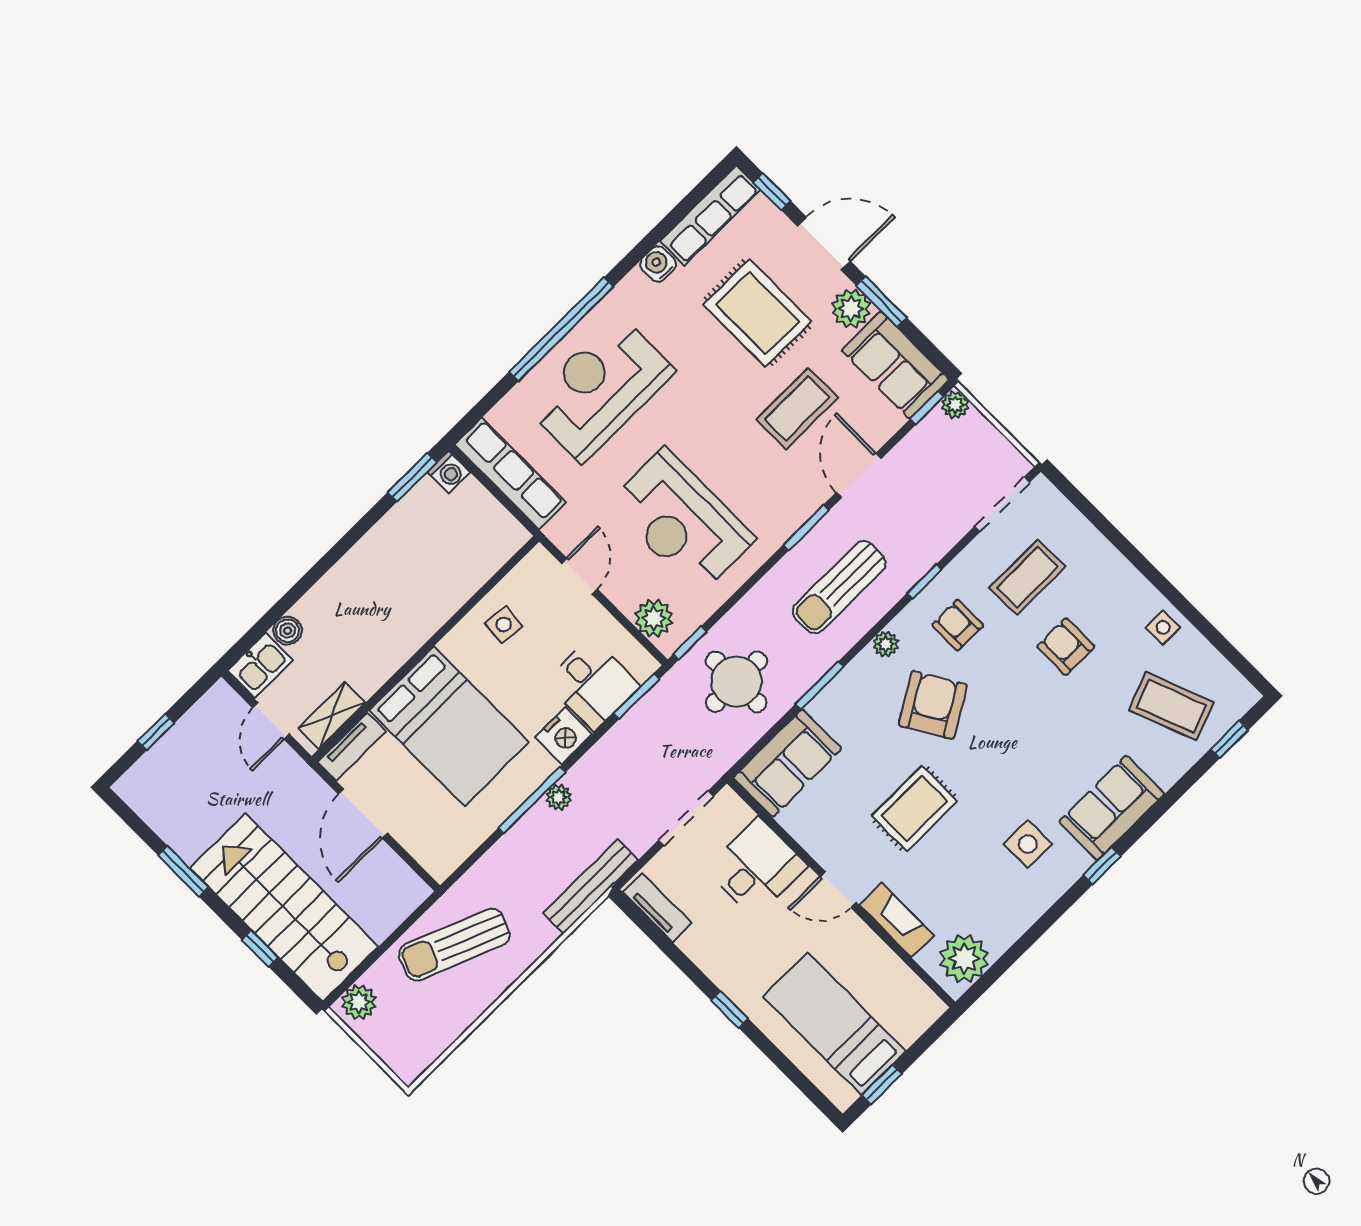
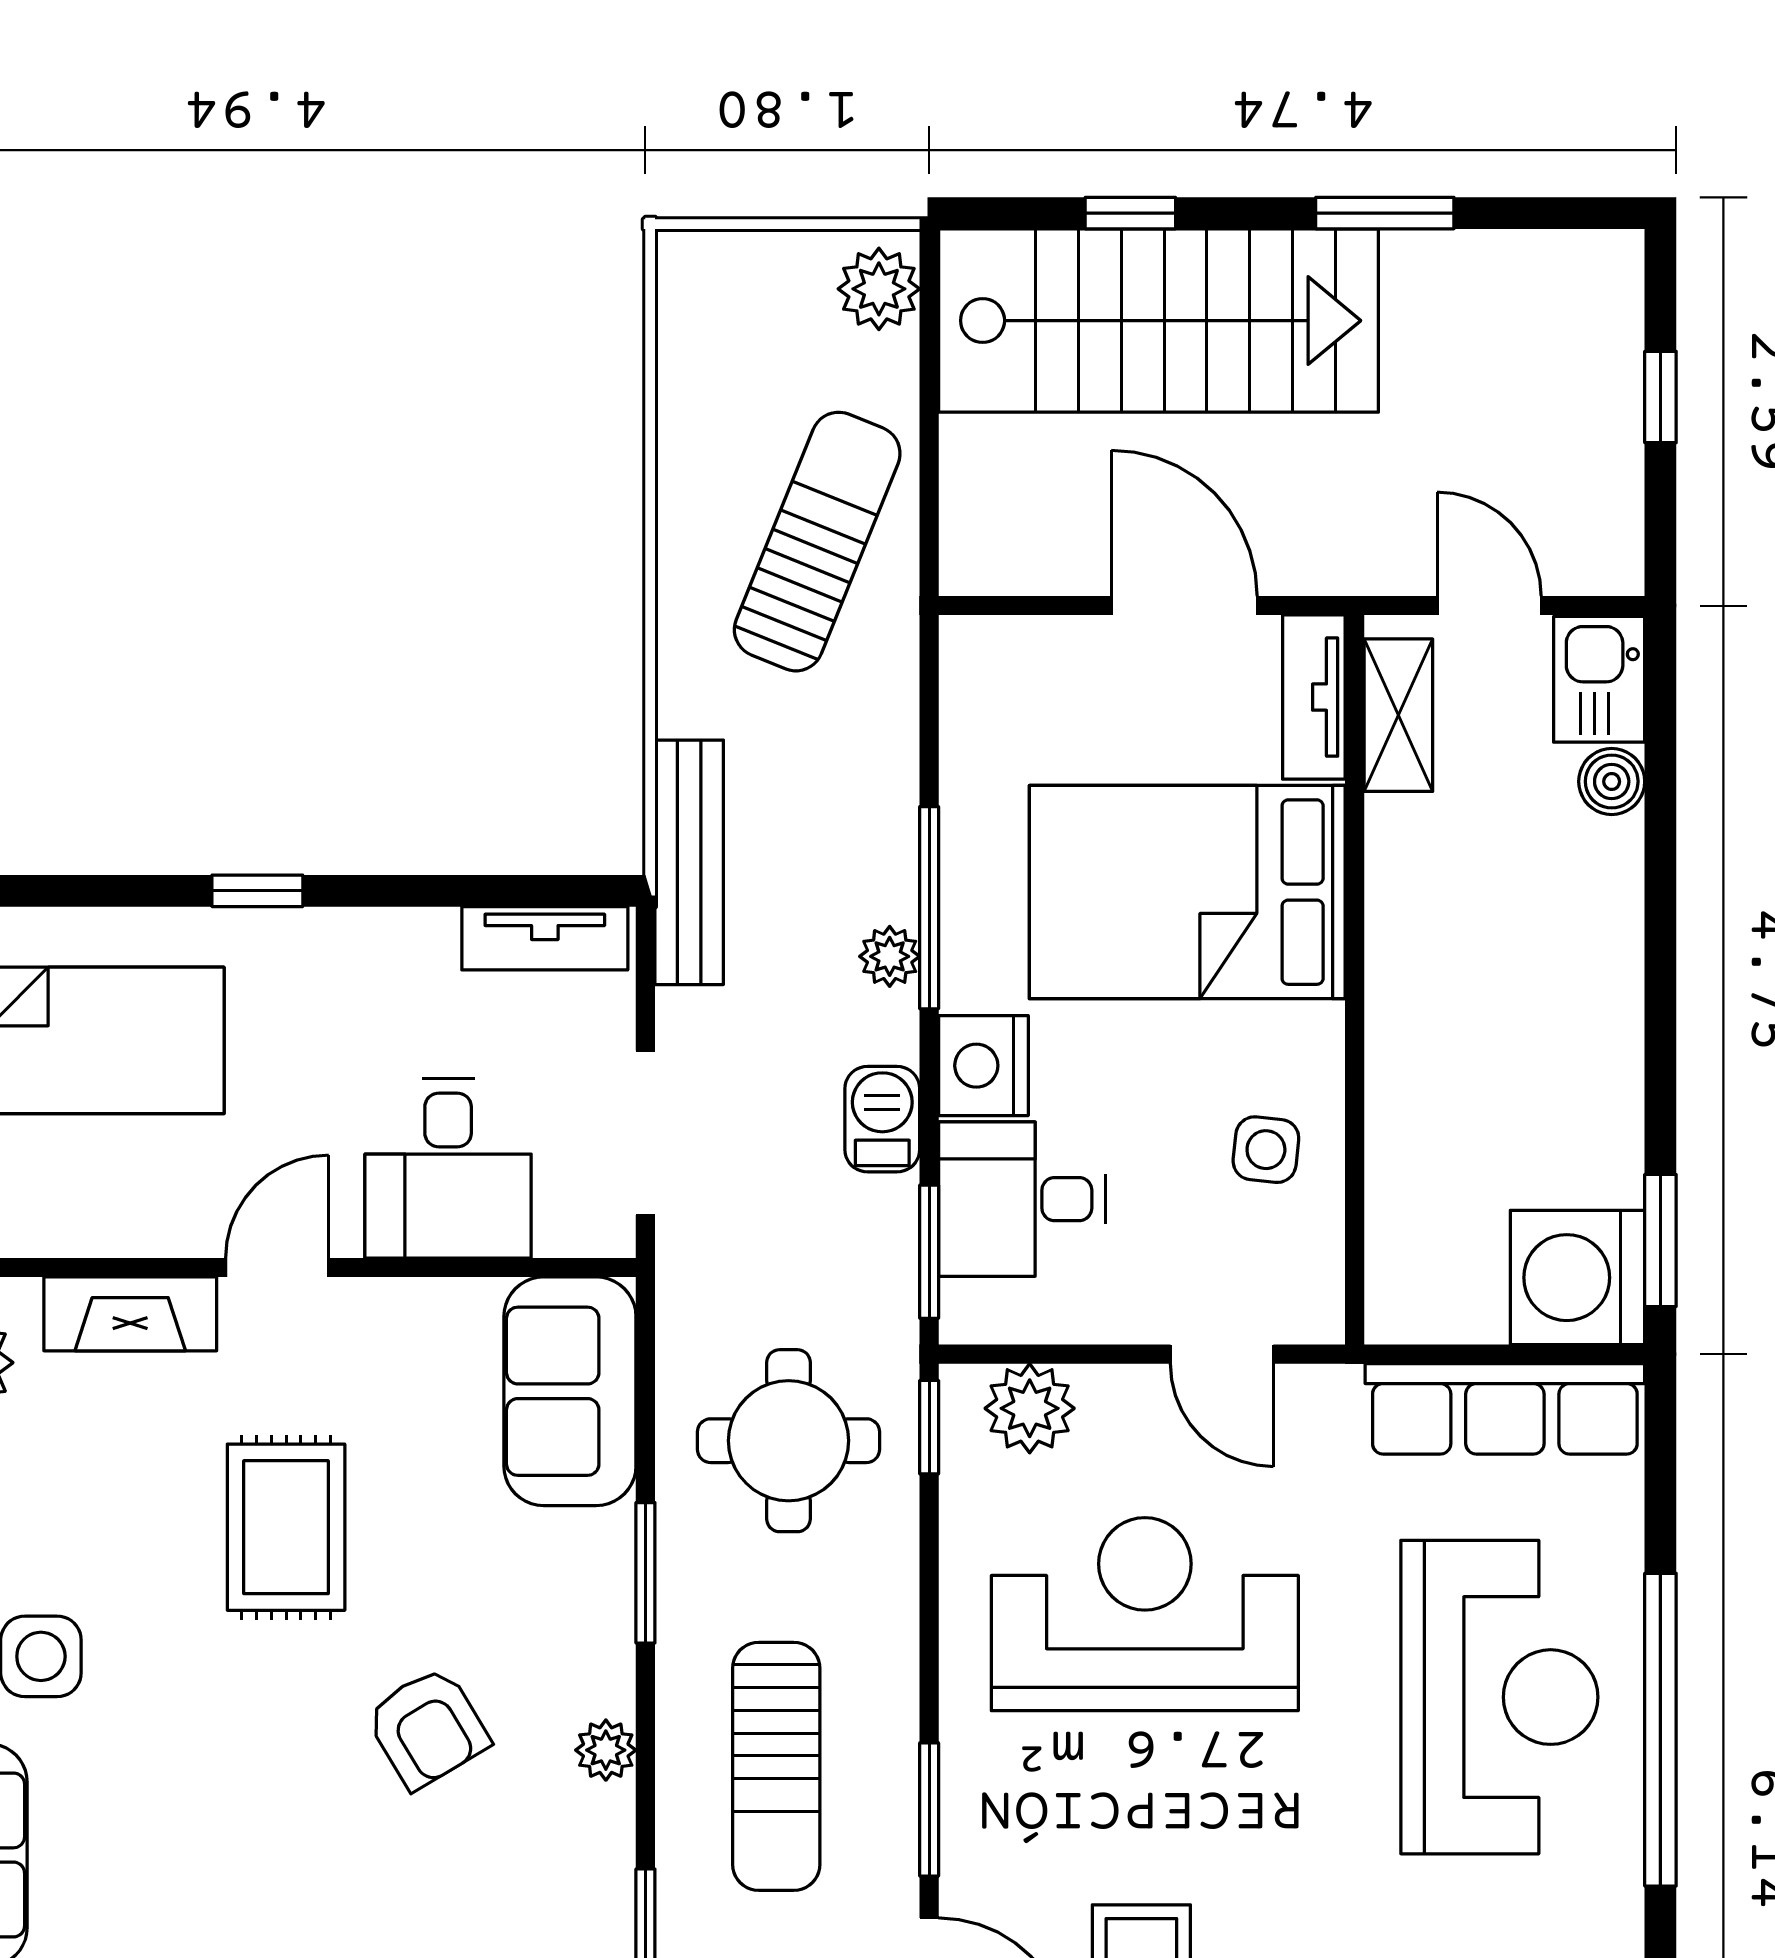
washing machine: (449, 472) -> (1577, 1278), width x1.89, depth x1.89
sun lounger: (839, 587) -> (776, 1766), turned 180
armchair: (958, 625) -> (519, 1900), removed
armchair: (933, 705) -> (427, 1728), width x0.72, depth x0.72
barbecue: (610, 750) -> (882, 1119), added

